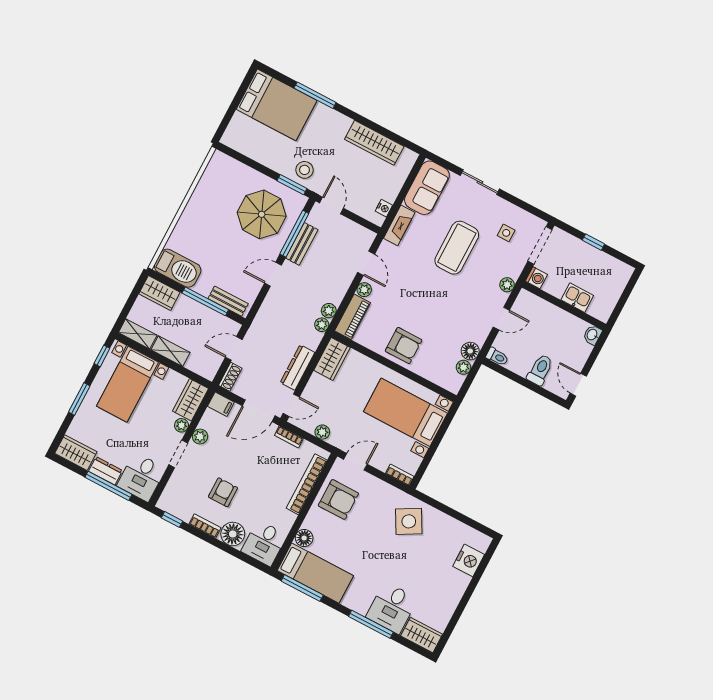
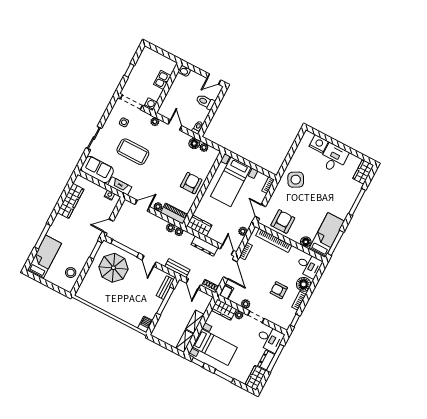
bed: (277, 105) -> (44, 257), width x0.67
stool: (304, 170) -> (71, 273), moved
bench: (302, 244) -> (177, 268), moved
barbecue: (178, 268) -> (145, 324), width x0.53, depth x0.65
wardrobe: (159, 293) -> (160, 328), removed
desk: (392, 608) -> (334, 158), moved, turned -90

